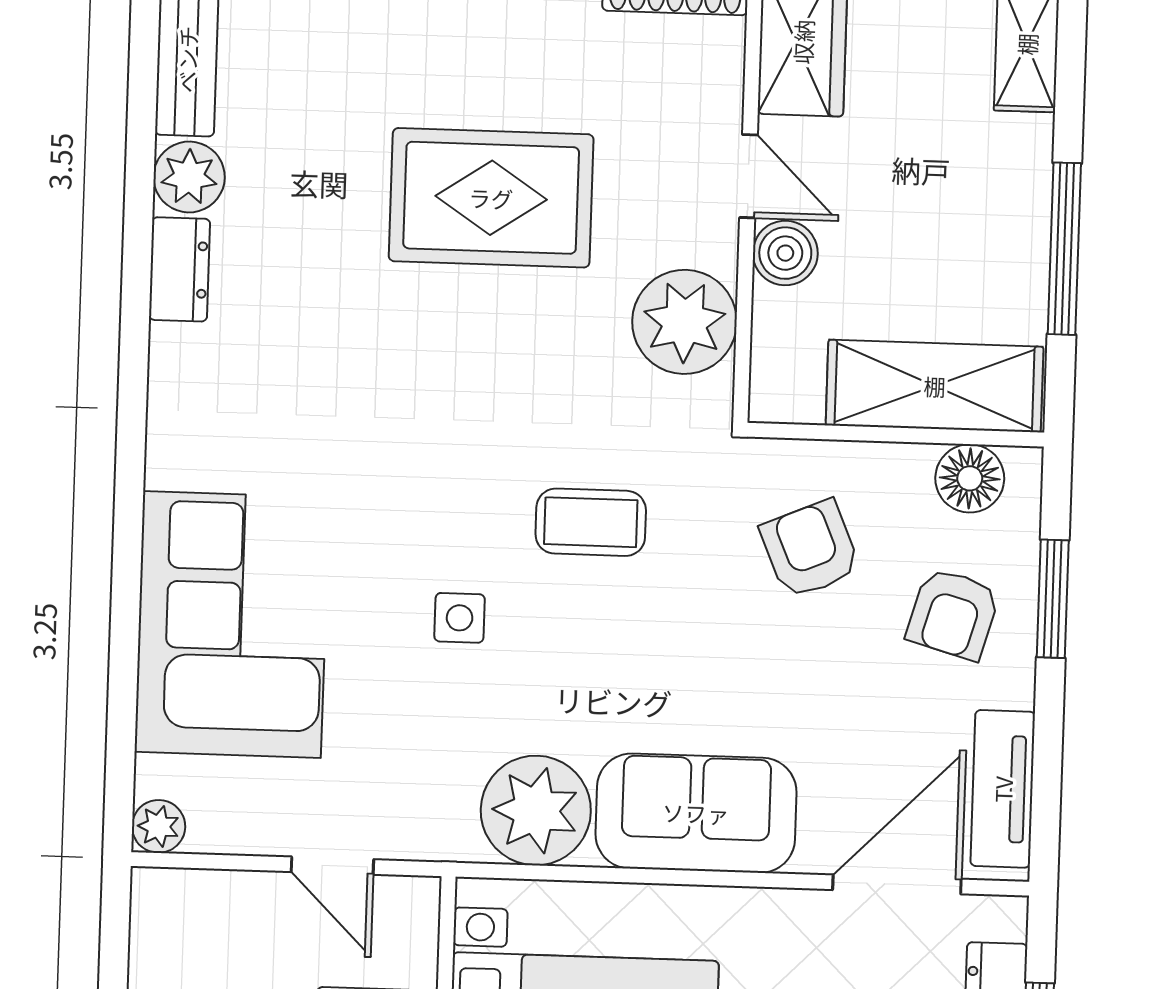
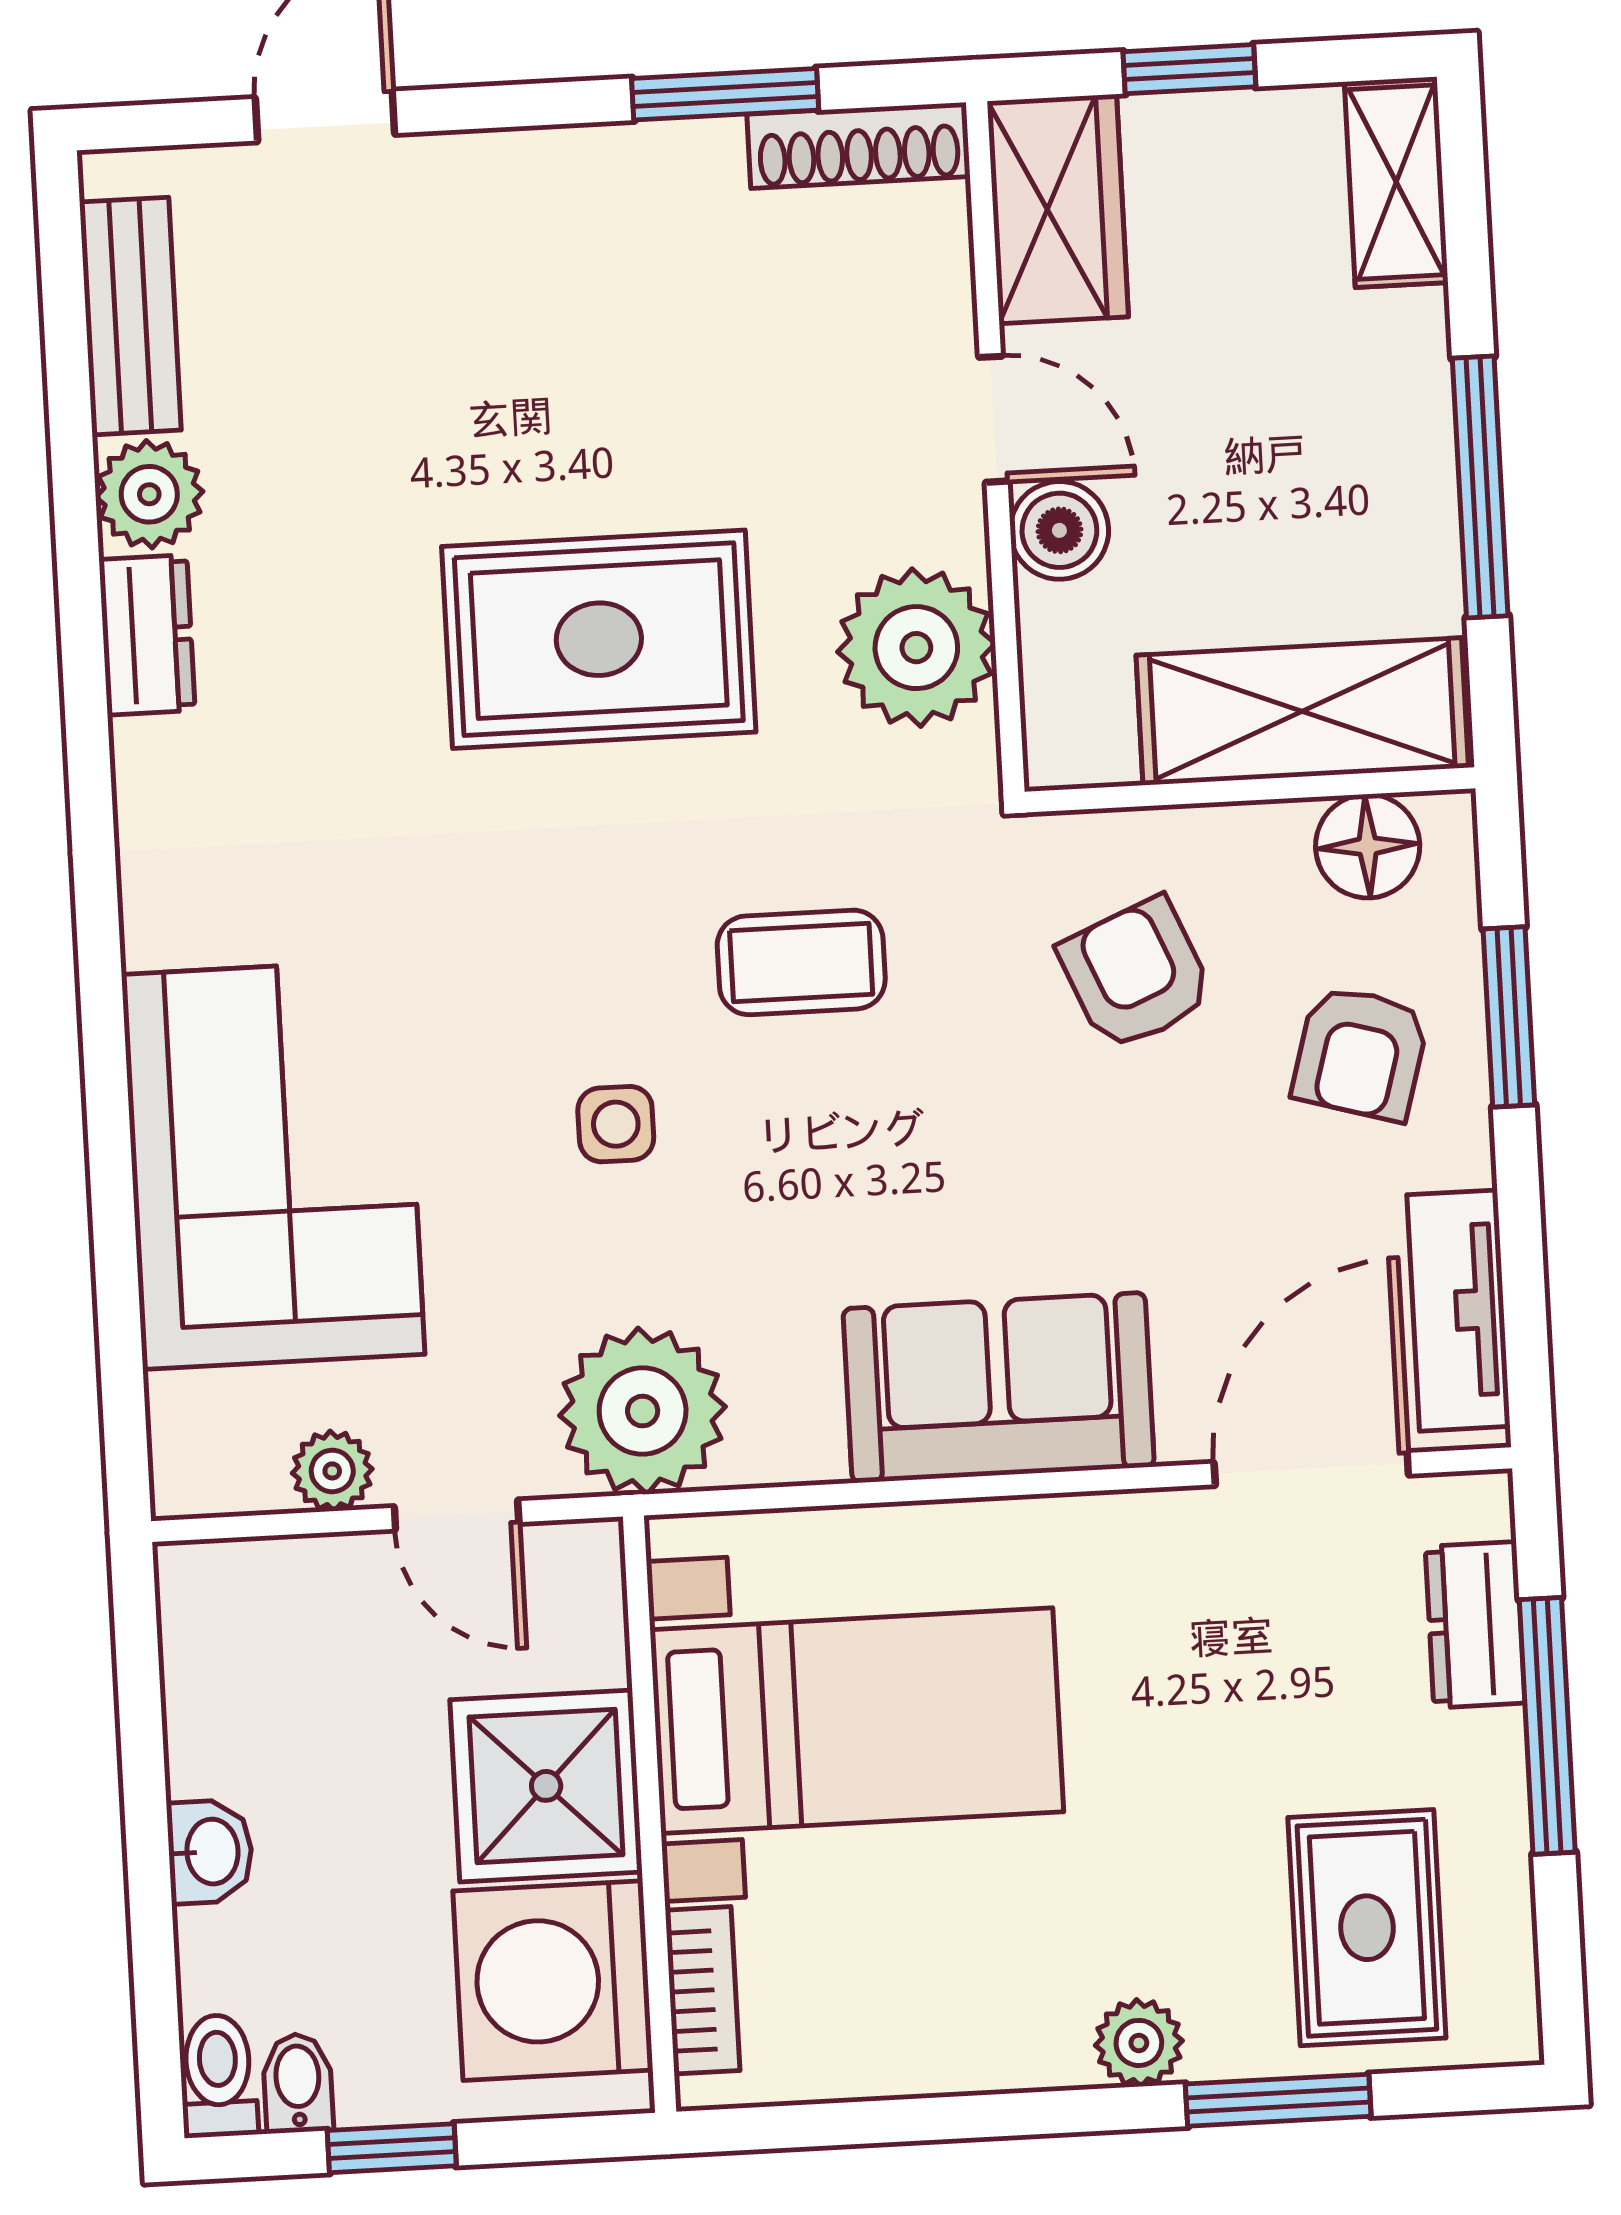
rug: (491, 198) -> (599, 639), moved
plant: (536, 810) -> (643, 1411), moved
plant: (159, 826) -> (332, 1471), moved

